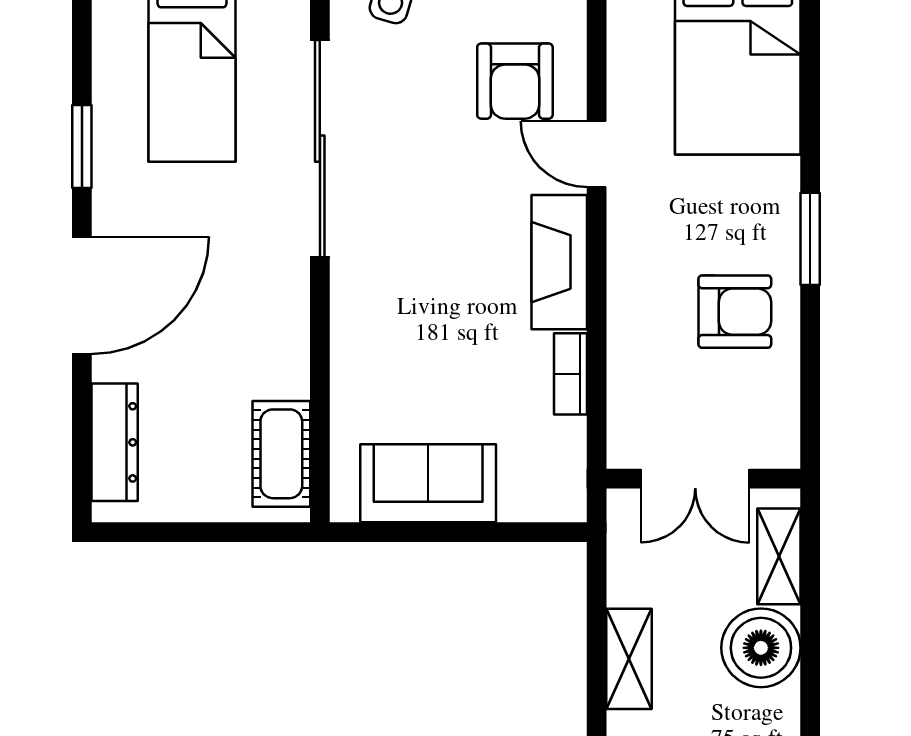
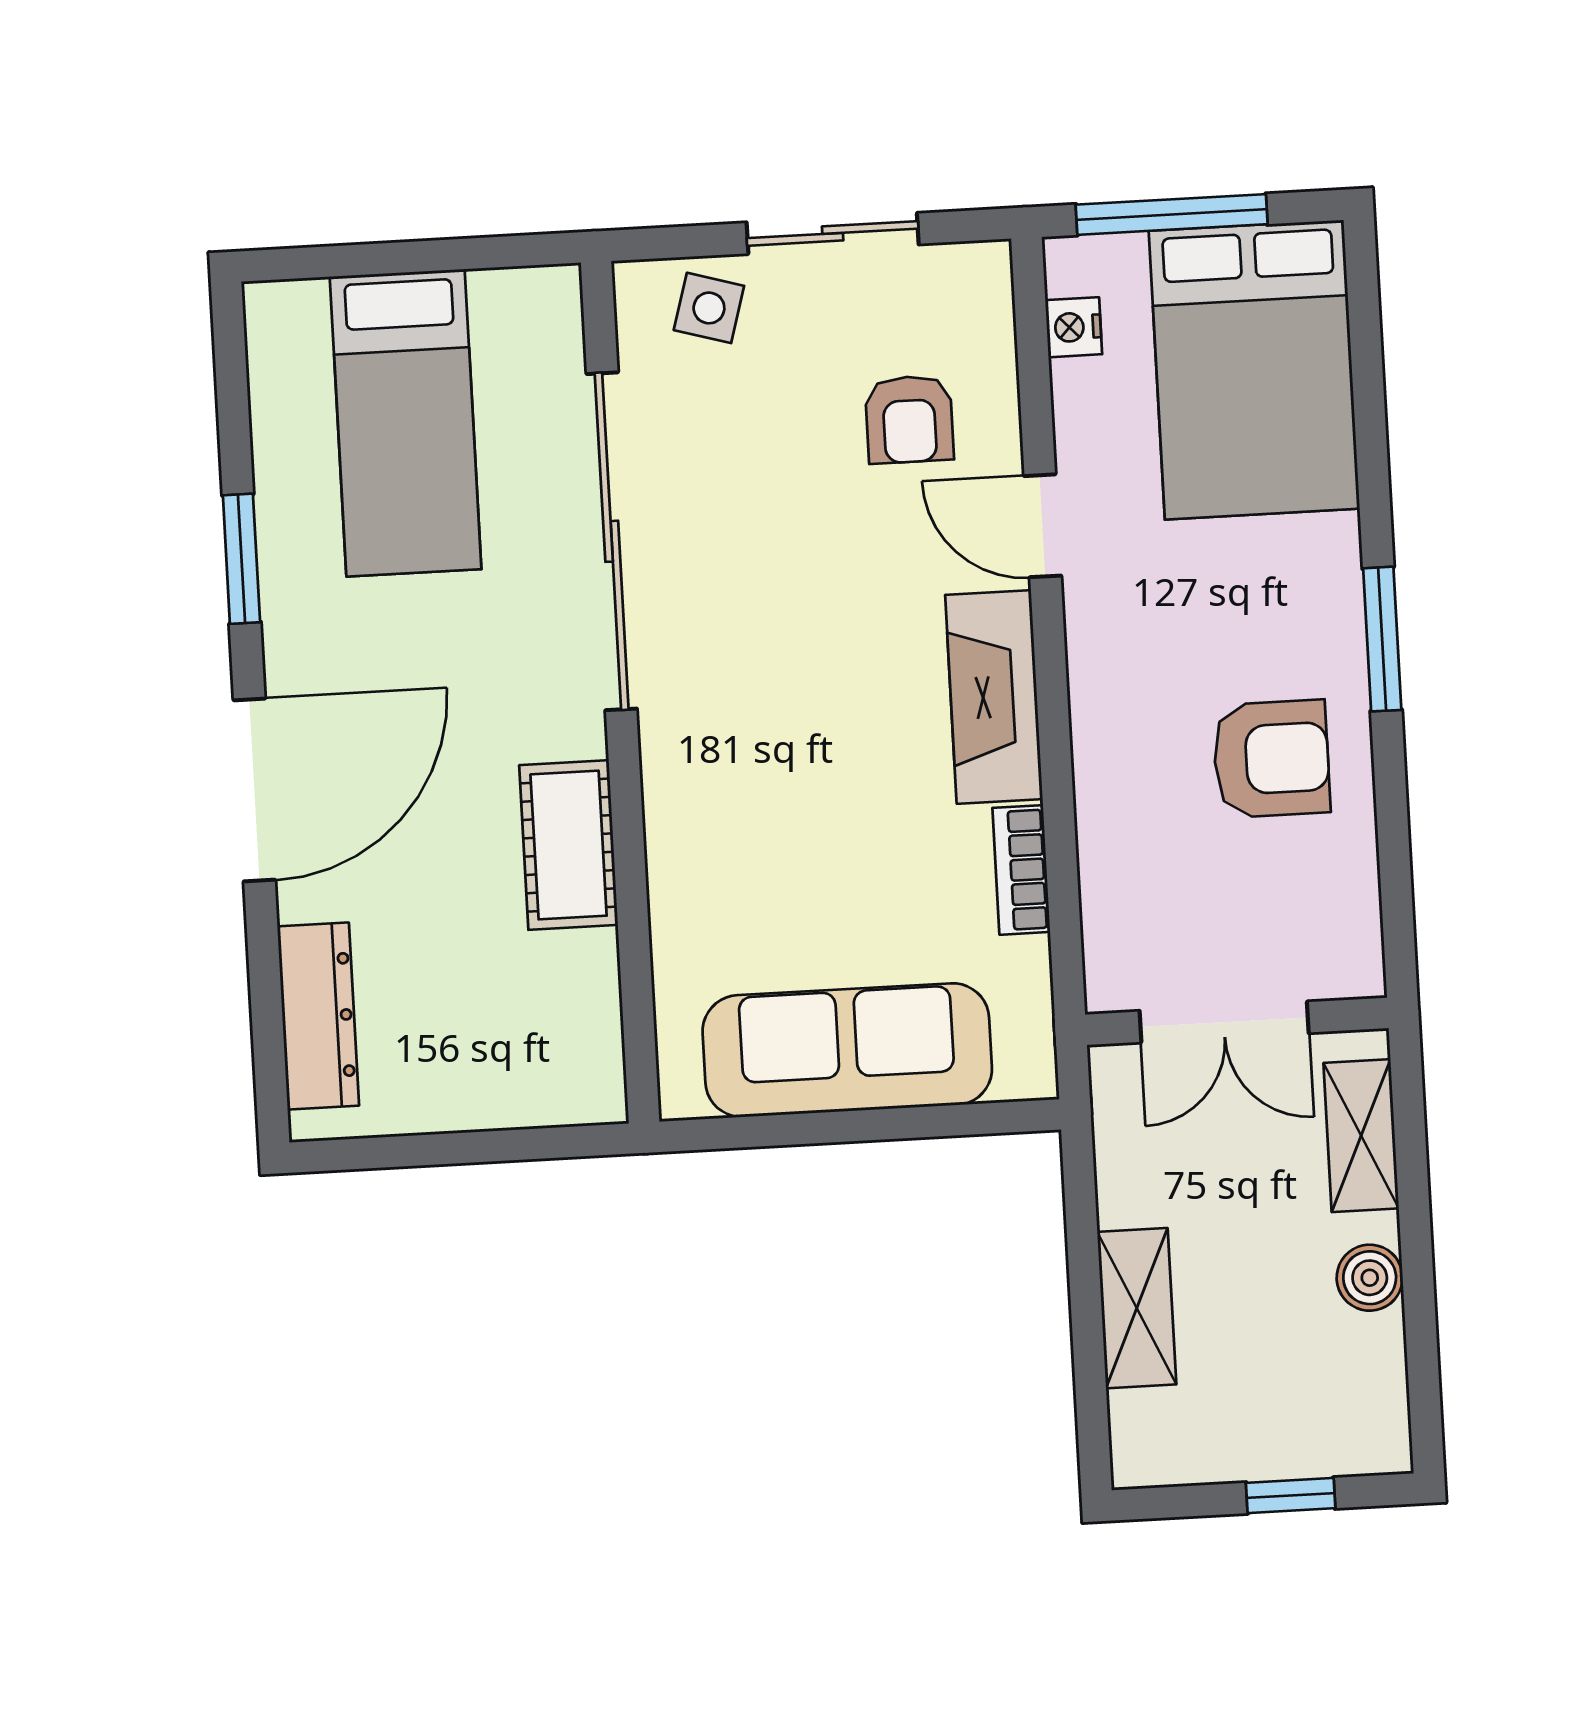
nightstand: (624, 28) -> (1074, 327), added
armchair: (515, 81) -> (909, 419), width x0.72, depth x0.72
cot: (281, 454) -> (569, 845), moved
sofa: (428, 483) -> (847, 1050), width x1.36
boiler: (761, 648) -> (1370, 1278), width x0.54, depth x0.54

